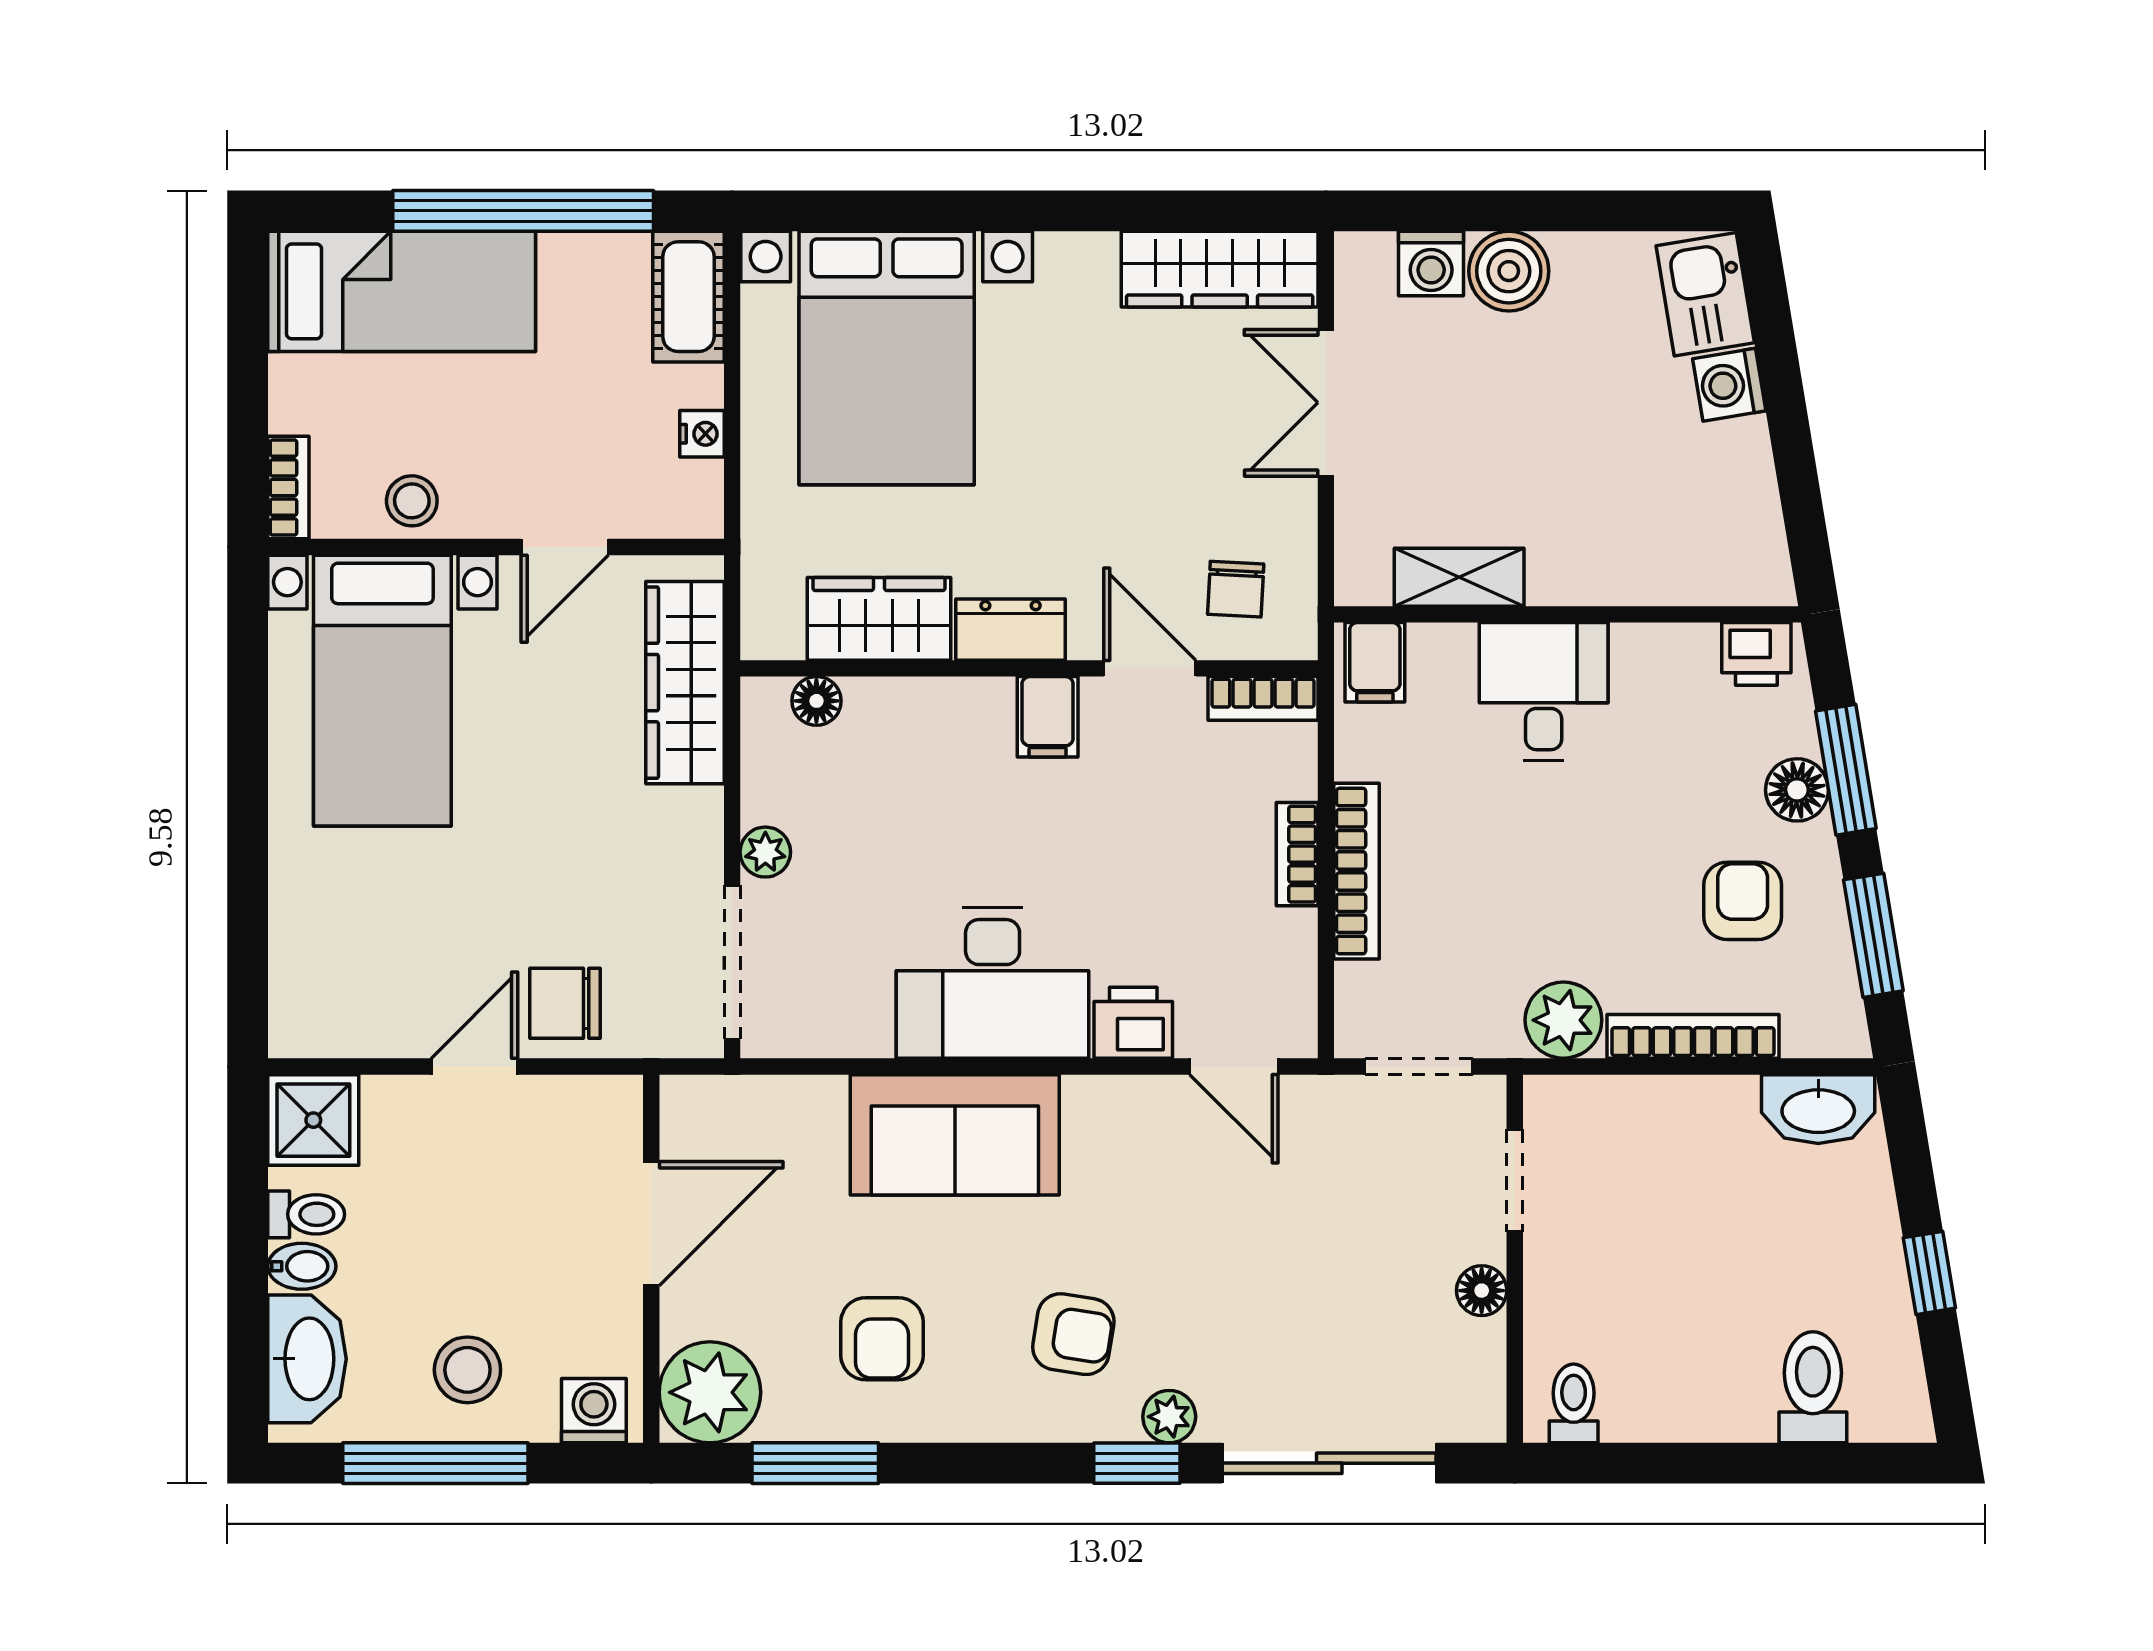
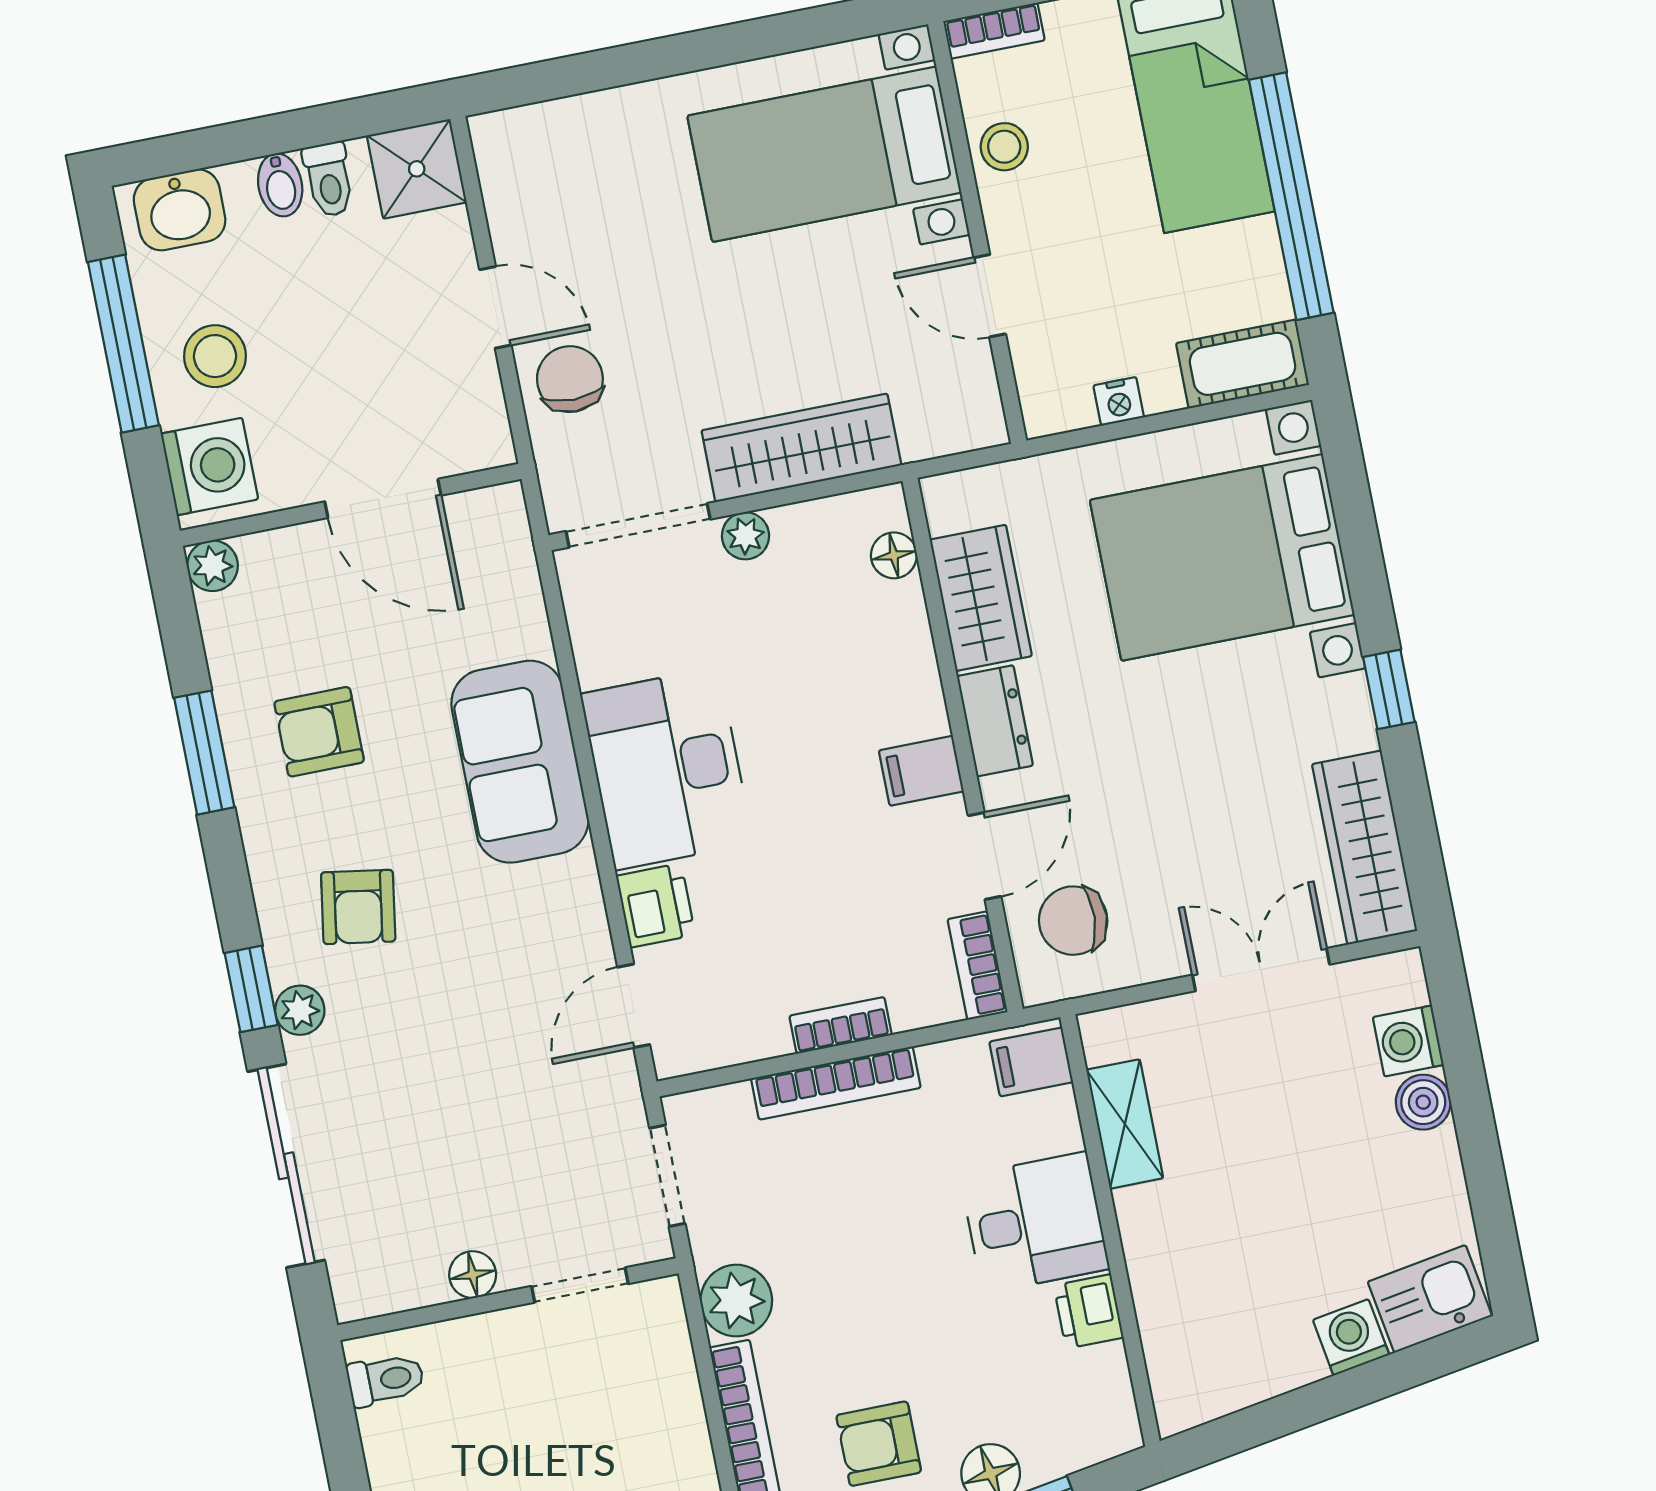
window: (1059, 211) -> (1389, 689), added
boiler: (1509, 271) -> (1423, 1102), width x0.73, depth x0.73
chair: (1236, 589) -> (1073, 921), width x1.37, depth x1.37
printer: (1756, 654) -> (1089, 1311), moved
wardrobe: (685, 683) -> (801, 448), moved
armchair: (1743, 901) -> (879, 1444), turned 180
washbasin: (307, 1359) -> (180, 210), width x0.72
plant: (710, 1392) -> (212, 566), width x0.53, depth x0.53
washing machine: (594, 1411) -> (209, 466), width x1.38, depth x1.38
window: (815, 1463) -> (204, 753), moved

